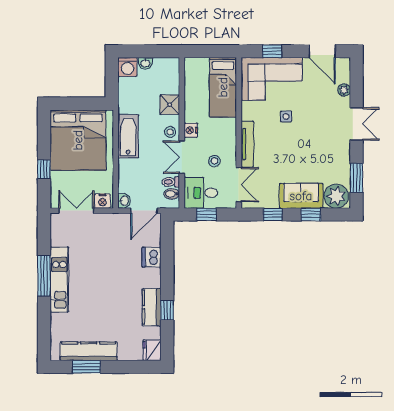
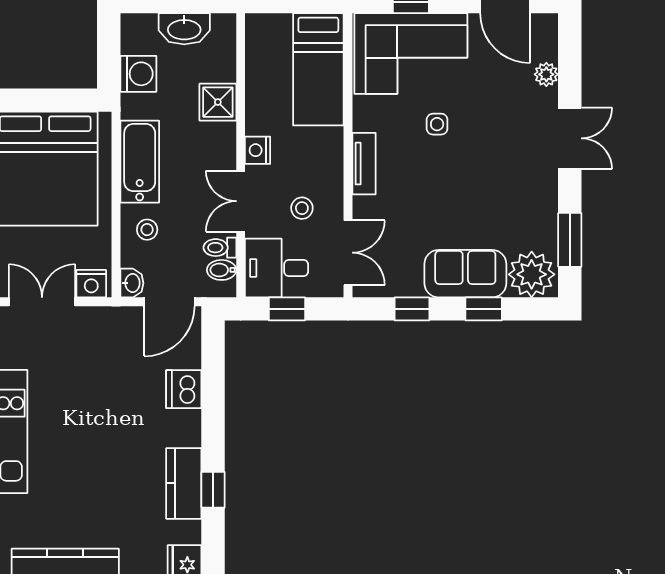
washbasin: (145, 63) -> (184, 29), width x1.91, depth x1.45
washing machine: (127, 67) -> (138, 74), moved, turned -90
stool: (170, 132) -> (147, 230), moved
tv unit: (247, 144) -> (364, 164), width x0.71

